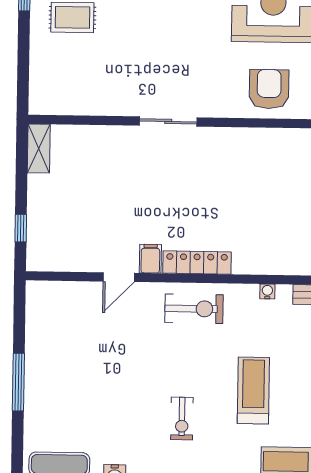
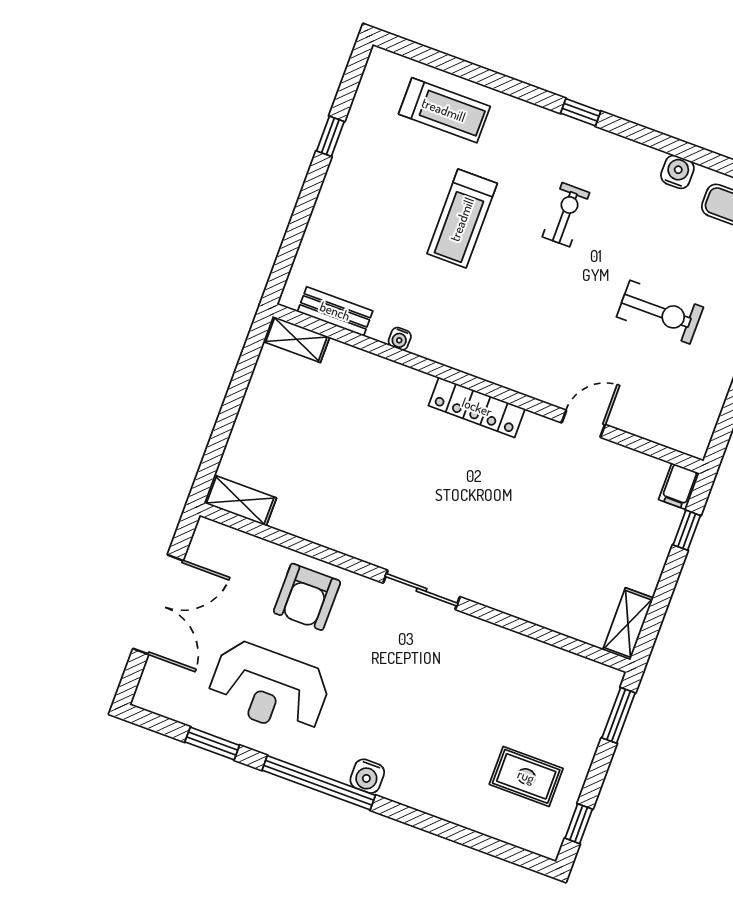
window: (23, 82) -> (619, 715), added
sliding door: (168, 121) -> (422, 590), moved
filing cabinet: (150, 259) -> (679, 486), moved
exercise bike: (194, 309) -> (660, 312), moved, turned 180

